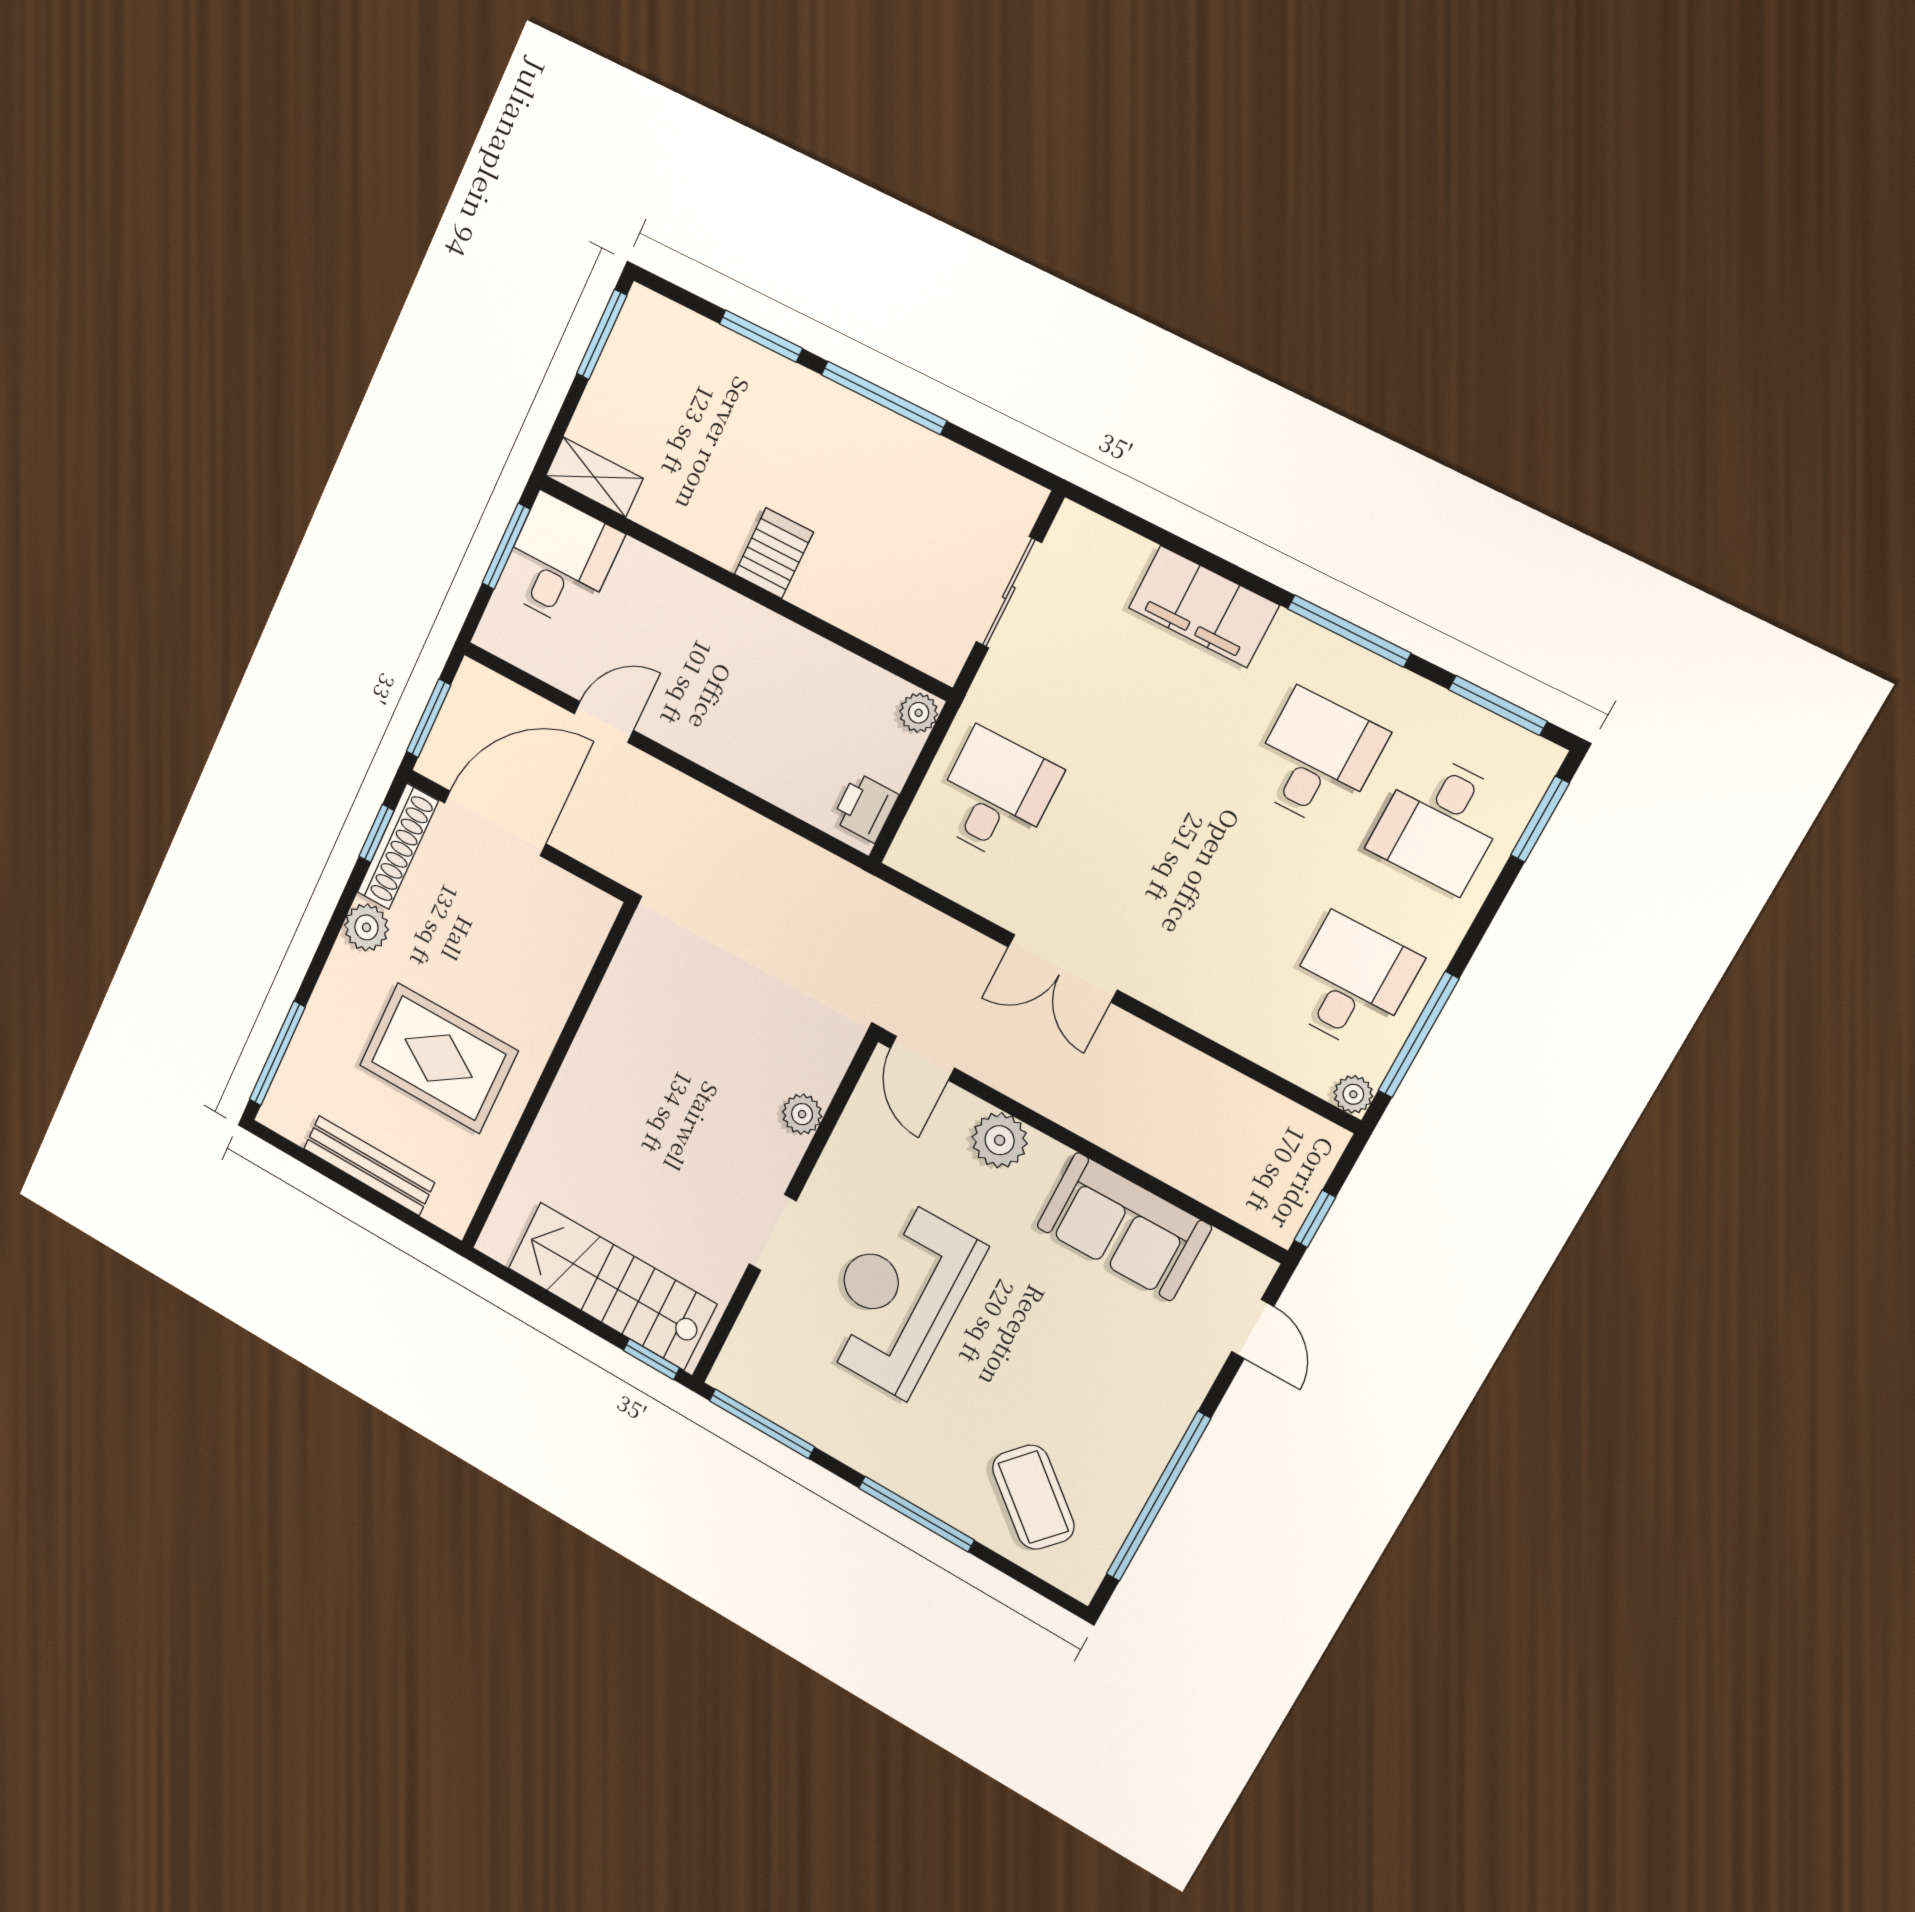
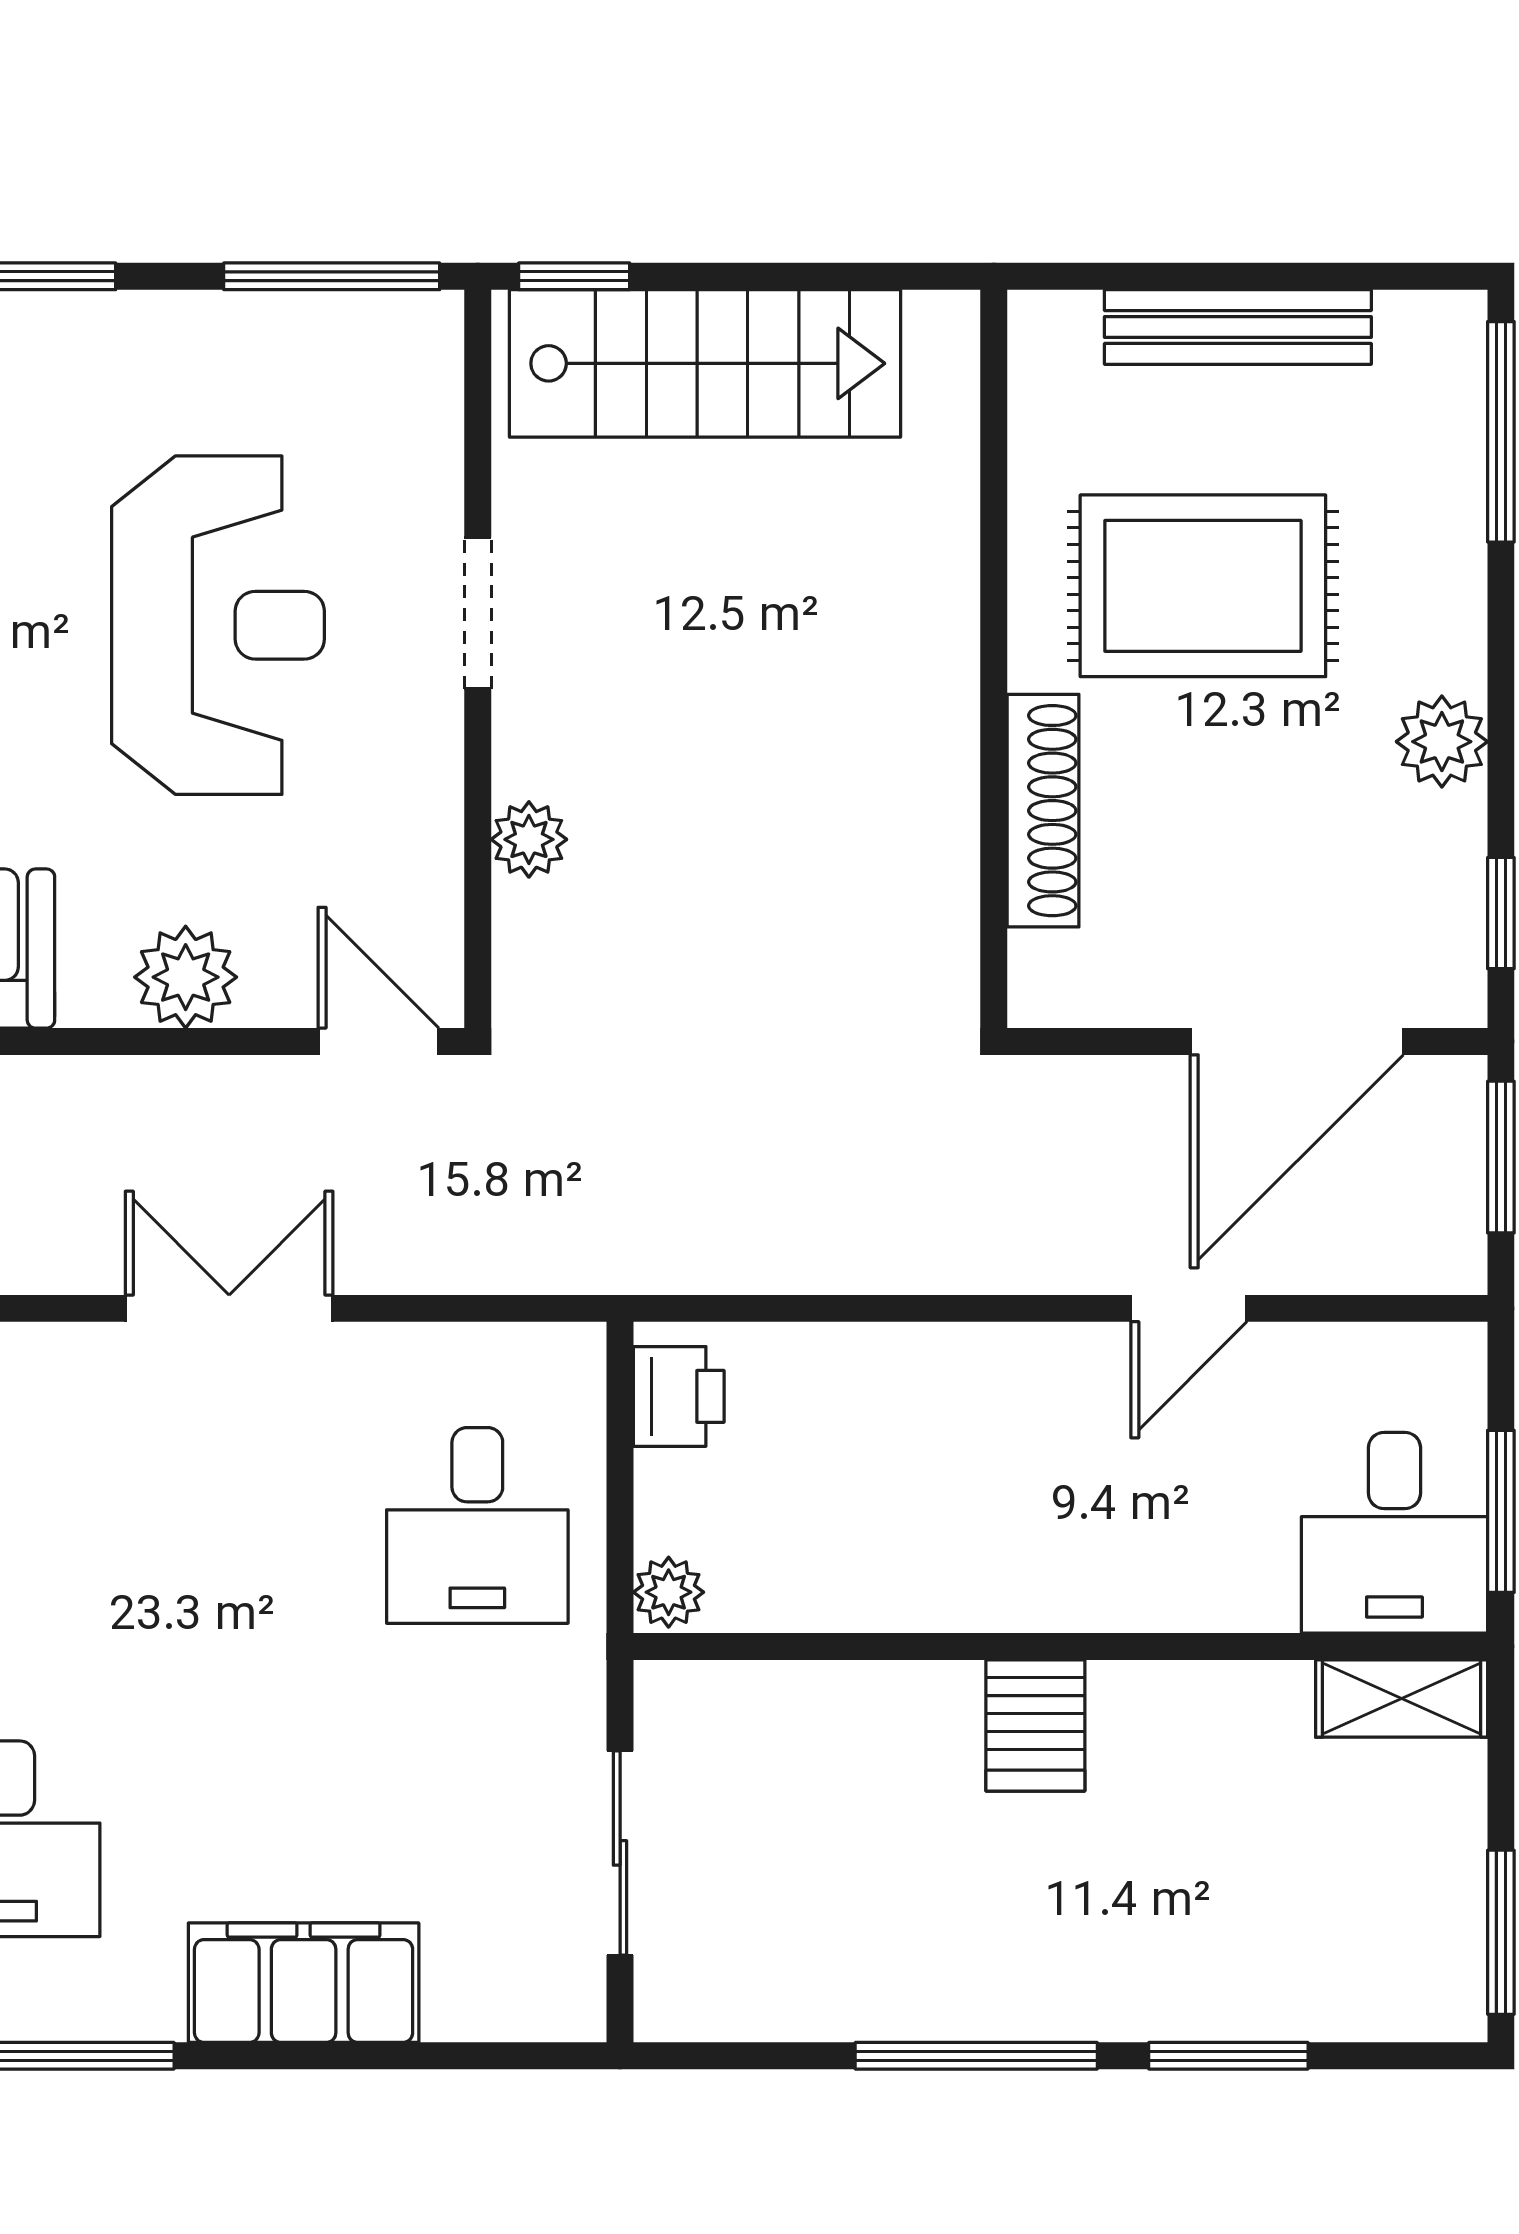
shoe rack: (398, 847) -> (1043, 811), moved, turned 180

